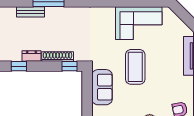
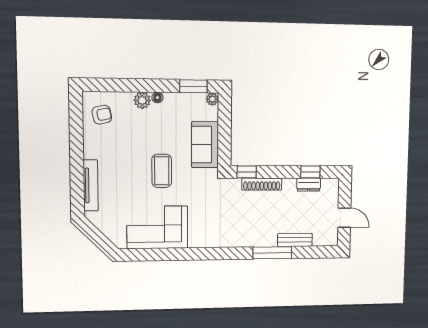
dresser: (31, 56) -> (309, 185), moved
coffee table: (135, 67) -> (162, 171), width x0.73, depth x0.76

